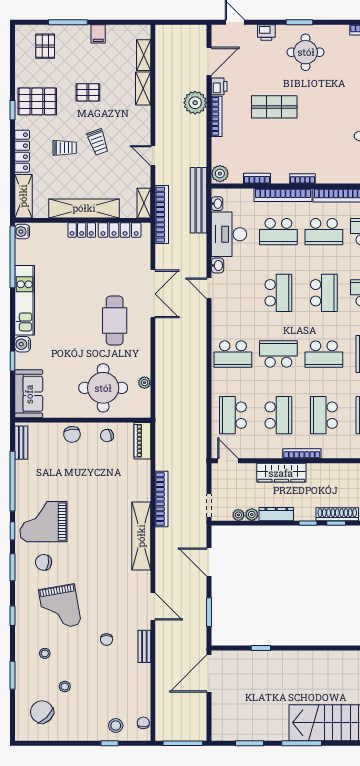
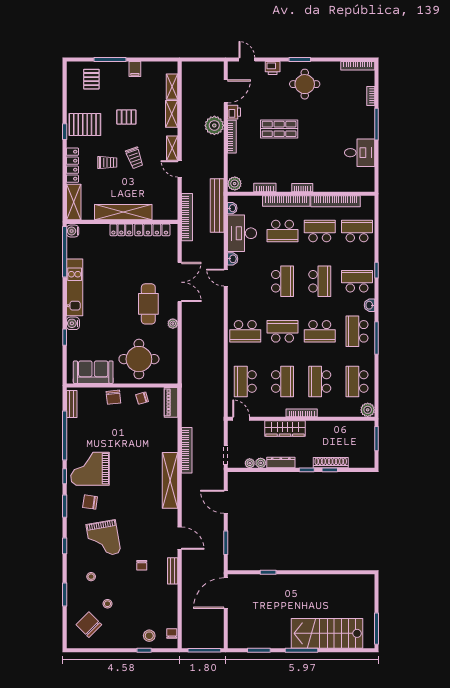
shelving: (144, 203) -> (172, 148), moved
school desk: (324, 232) -> (320, 231), turned 180
plant: (144, 383) -> (173, 324), moved
sofa: (29, 394) -> (93, 372), moved, turned -90

